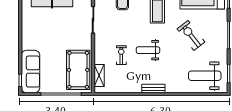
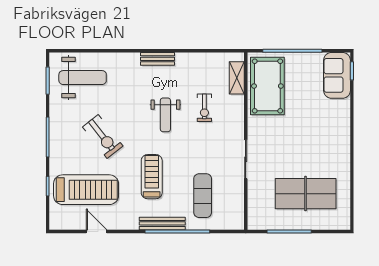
weight bench: (148, 50) -> (165, 115), turned 90
sofa: (31, 72) -> (337, 75), width x0.73

